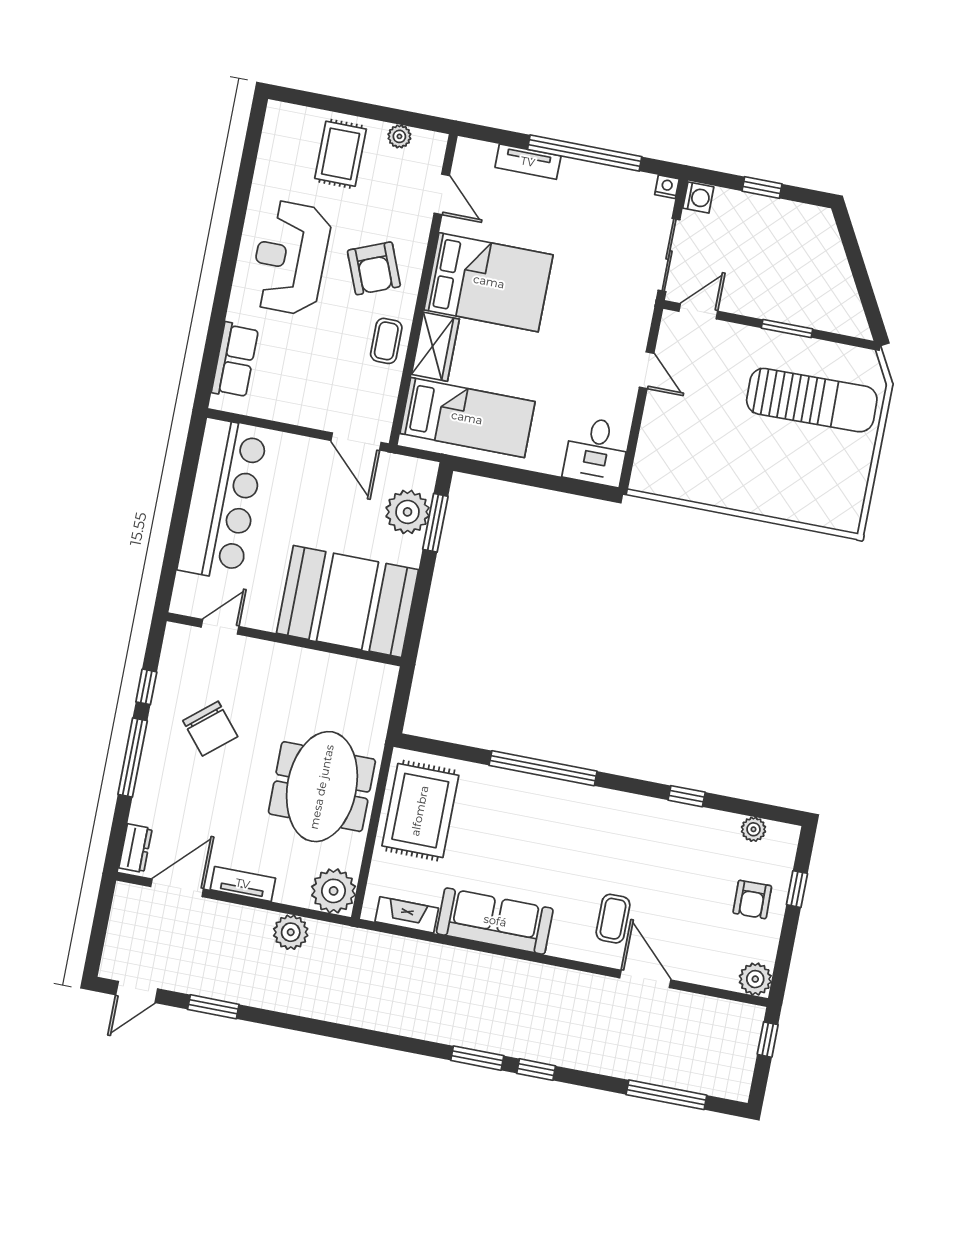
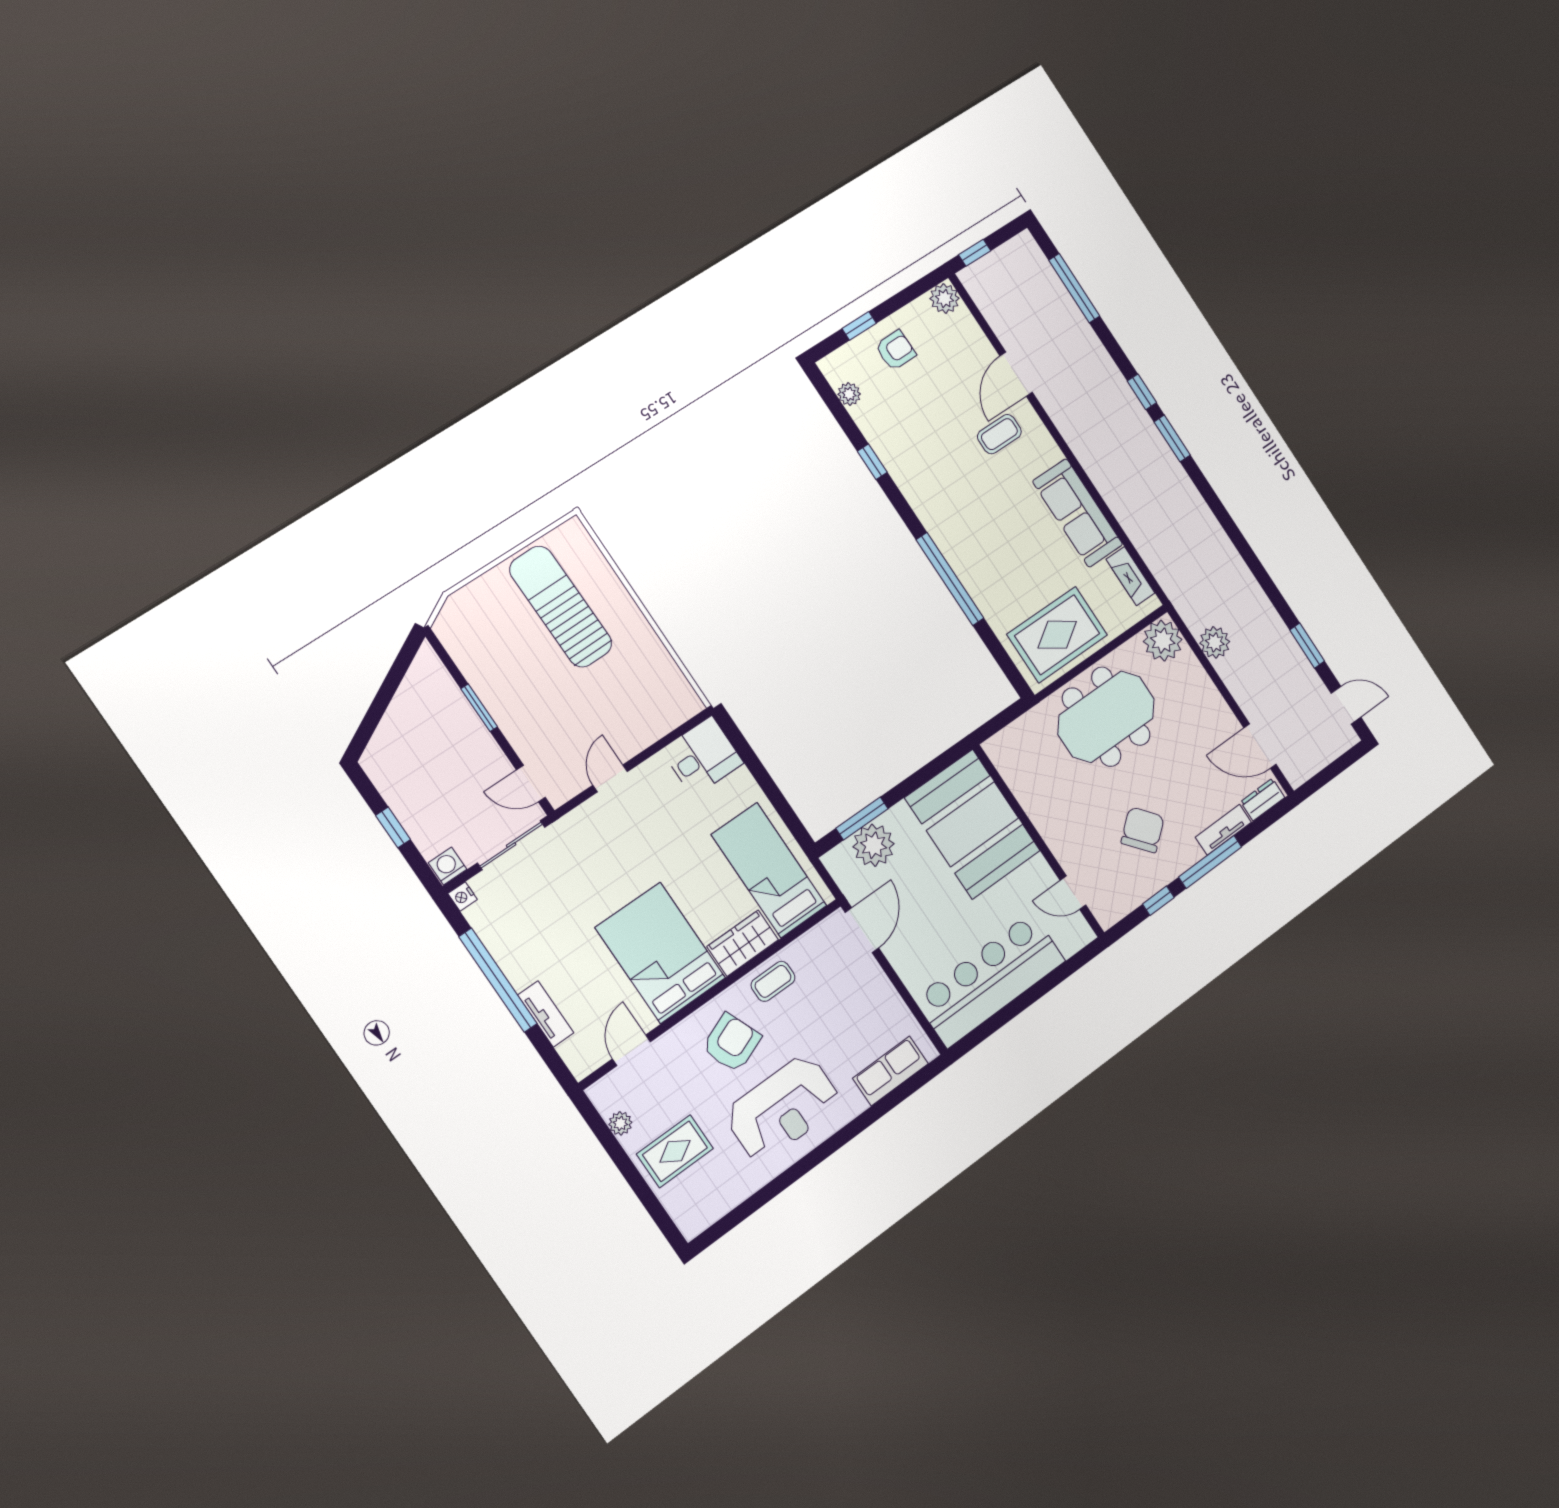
sun lounger: (812, 400) -> (561, 607), moved
tv unit: (243, 884) -> (1223, 830), moved, turned 90

